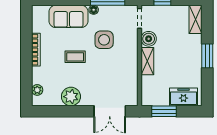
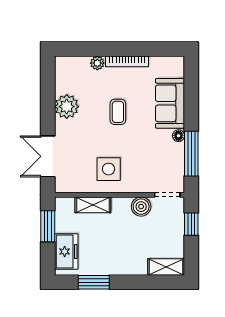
side table: (104, 40) -> (109, 169), moved
window: (207, 56) -> (94, 282), moved
shelving: (147, 61) -> (93, 205), moved
plant: (37, 90) -> (97, 63), moved

